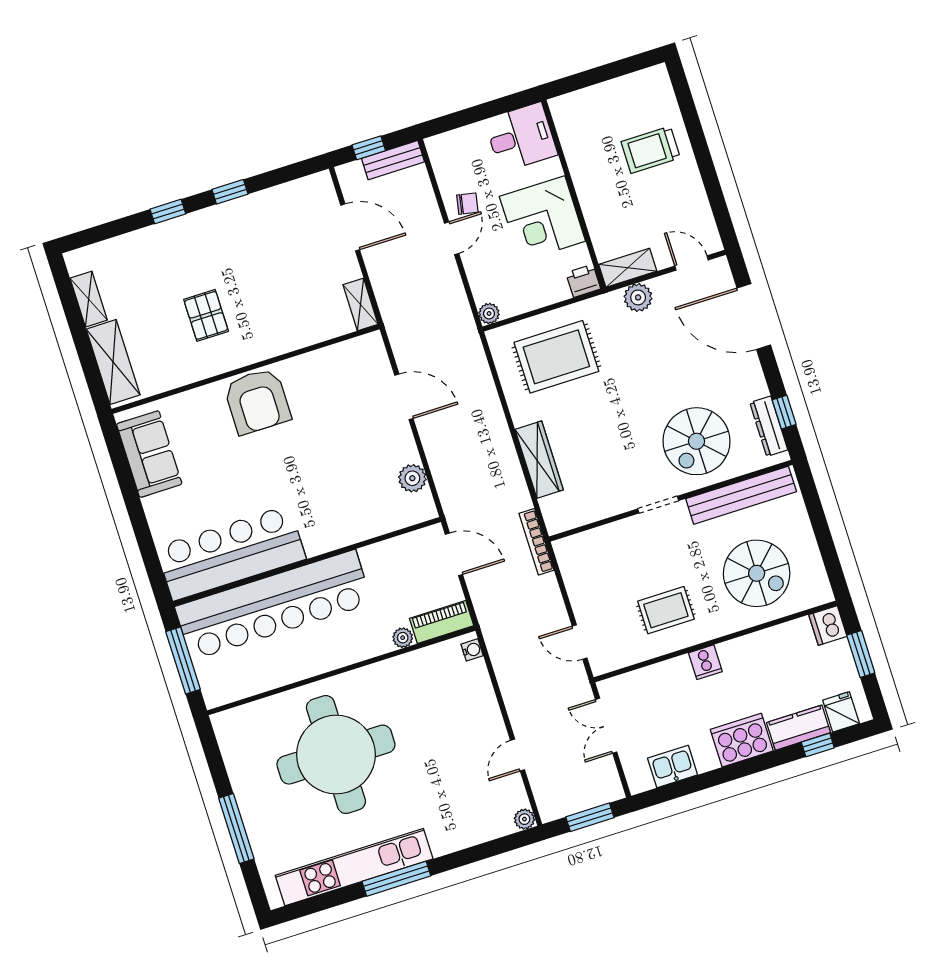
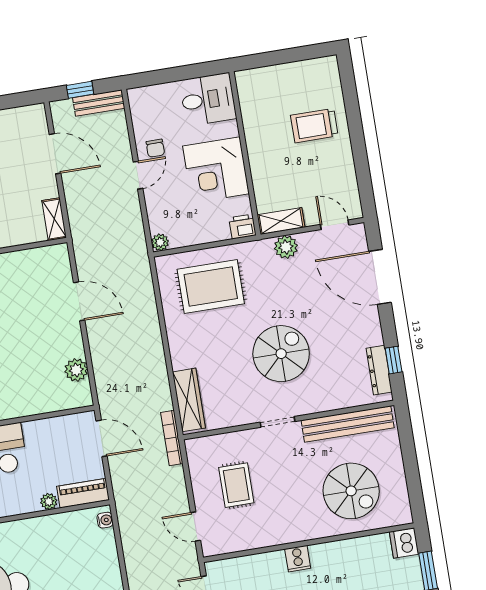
chair: (467, 204) -> (155, 148), turned 79
spiral stairs: (696, 441) -> (281, 354), moved, turned 180
wardrobe: (539, 460) -> (189, 400), moved
rug: (666, 610) -> (236, 485), moved, turned 90

